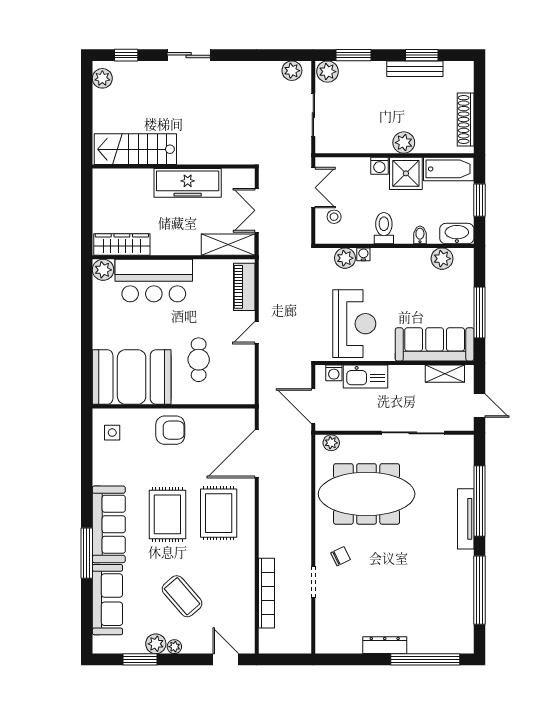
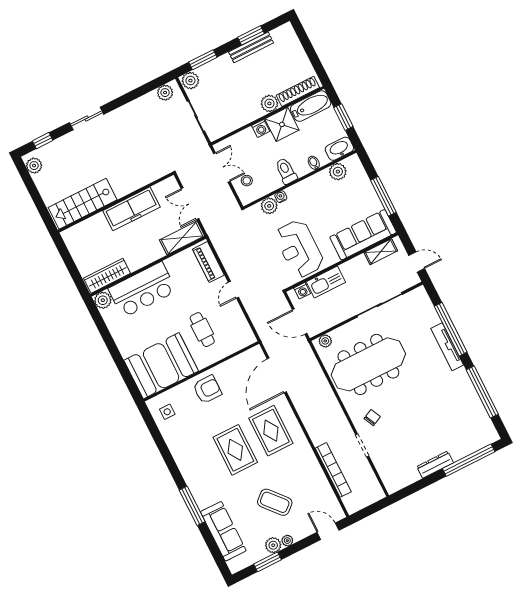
shoe rack: (466, 120) -> (298, 91), moved, turned 90
reception desk: (354, 324) -> (299, 249), turned 180
sofa: (109, 524) -> (197, 478), removed

